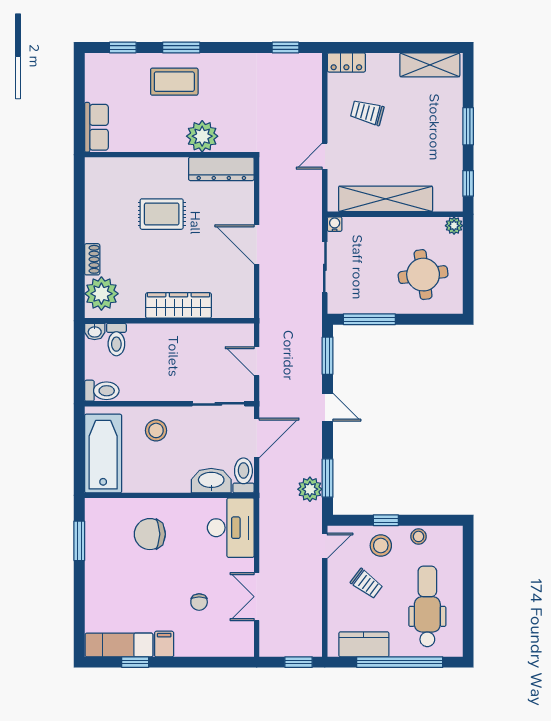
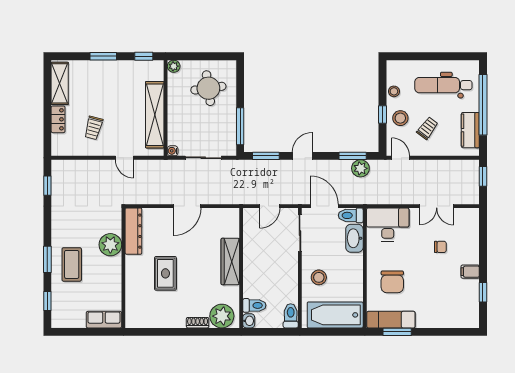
locker: (346, 62) -> (58, 119), moved
exam couch: (119, 645) -> (391, 320), moved, turned 90

